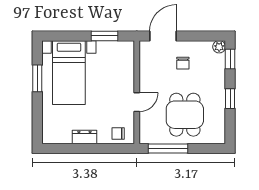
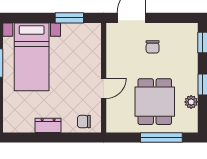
plant: (219, 47) -> (191, 102), moved
window: (168, 148) -> (161, 137), moved

